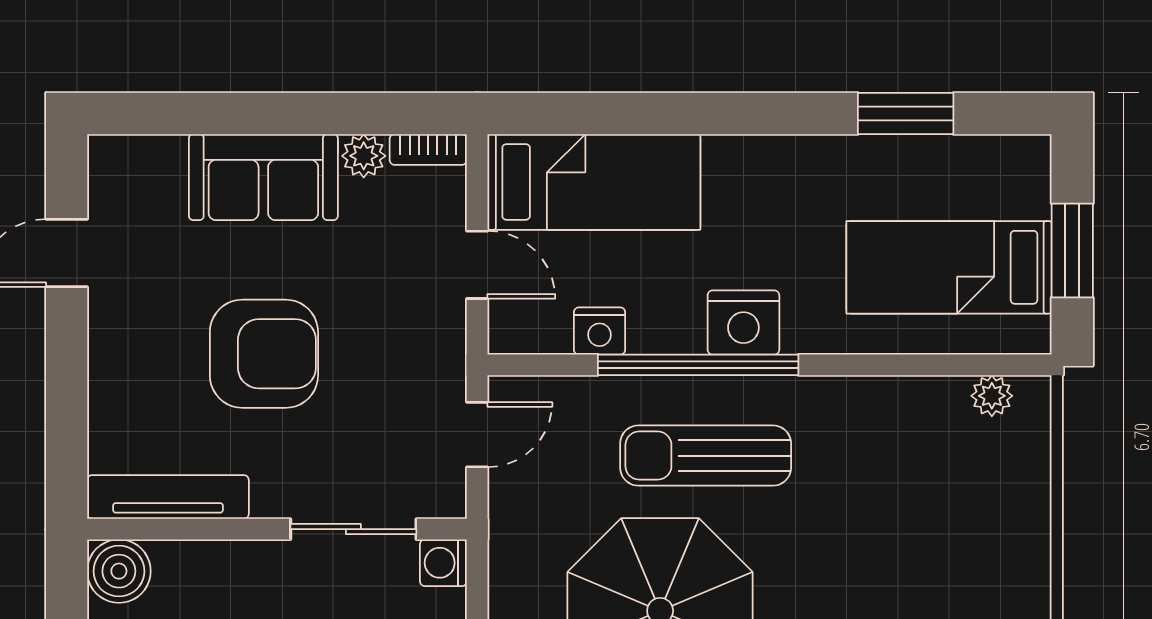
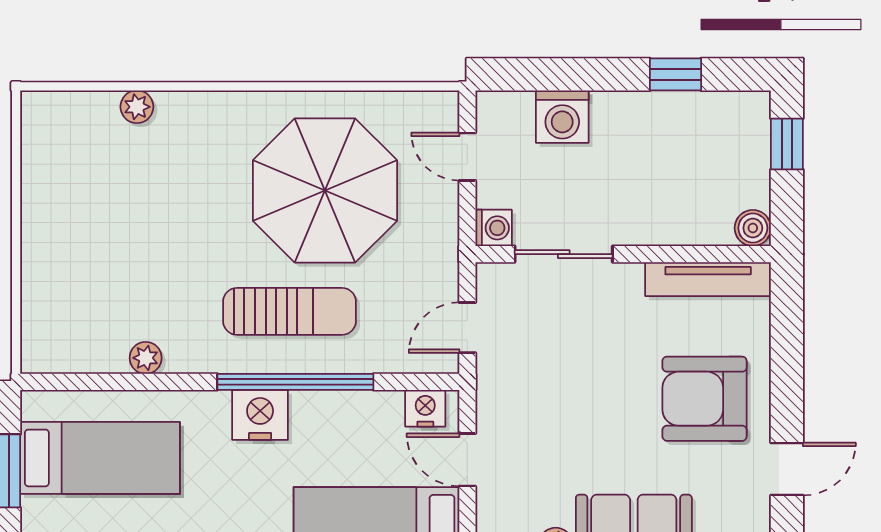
nightstand: (600, 331) -> (425, 408), moved
armchair: (264, 354) -> (705, 399), moved
plant: (992, 396) -> (146, 358), moved
boiler: (119, 571) -> (753, 228), width x0.73, depth x0.73

